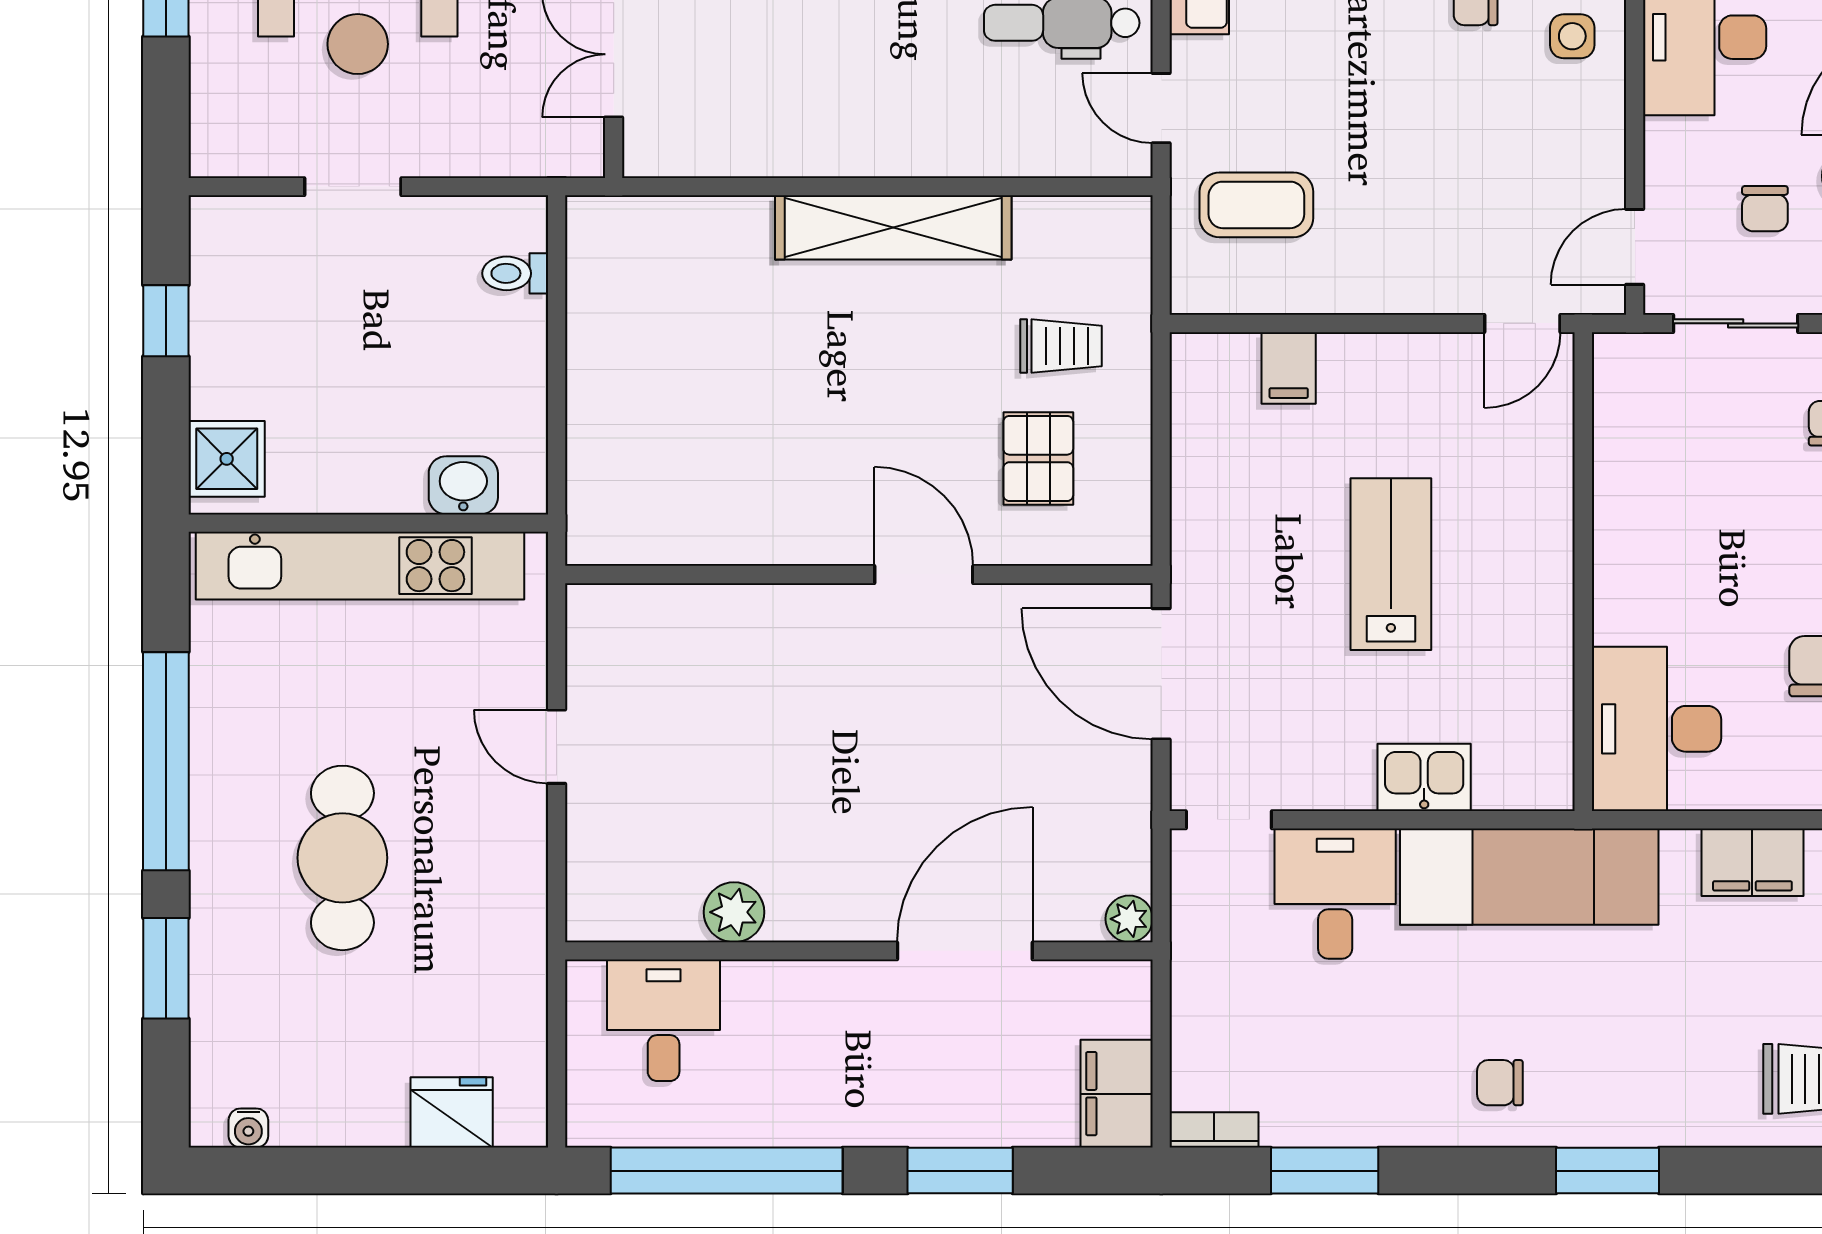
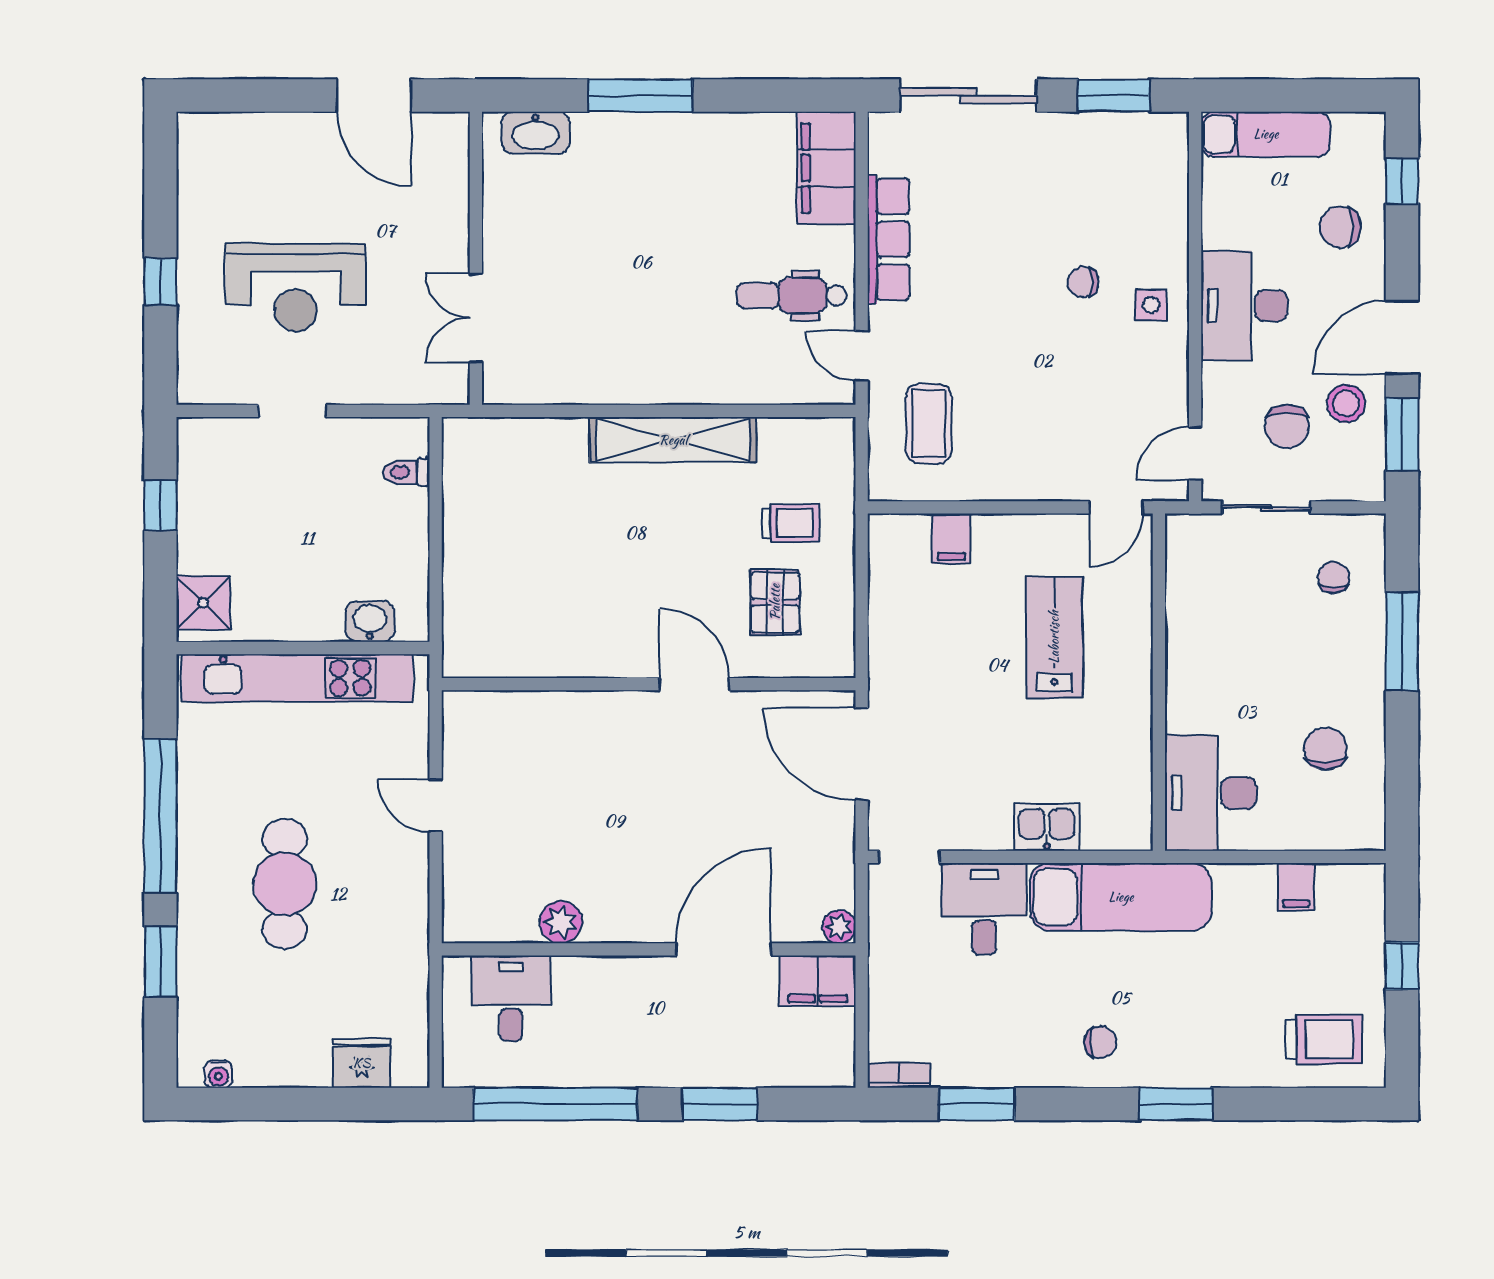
coffee table: (1256, 205) -> (929, 424), turned 90
chair: (1765, 209) -> (1287, 426), width x1.37, depth x1.37
lab bench: (1391, 564) -> (1054, 637), moved
filing cabinet: (1752, 862) -> (1296, 887), width x0.50
chair: (1500, 1083) -> (1100, 1042), turned 180
filing cabinet: (1117, 1094) -> (817, 981), moved, turned -90

